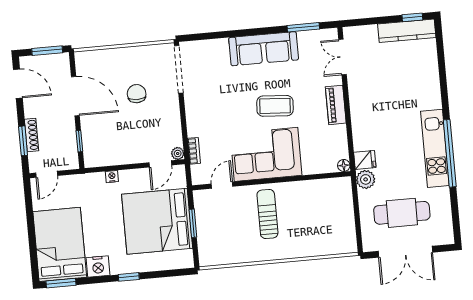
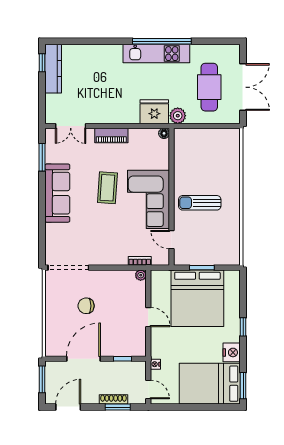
fridge: (365, 160) -> (154, 112), width x1.88, depth x1.34
door: (160, 164) -> (148, 317), moved
nightstand: (112, 177) -> (155, 364), moved

